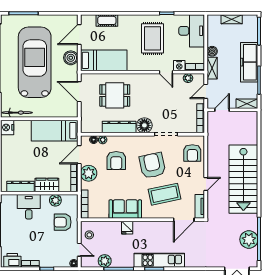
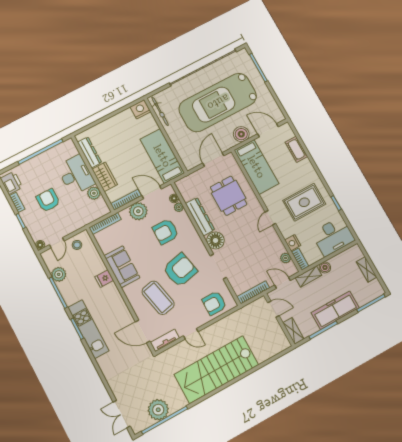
car: (35, 62) -> (218, 102), turned 180
door: (166, 72) -> (270, 218), moved
desk: (29, 207) -> (76, 175), width x1.37
armchair: (63, 222) -> (48, 200), moved

